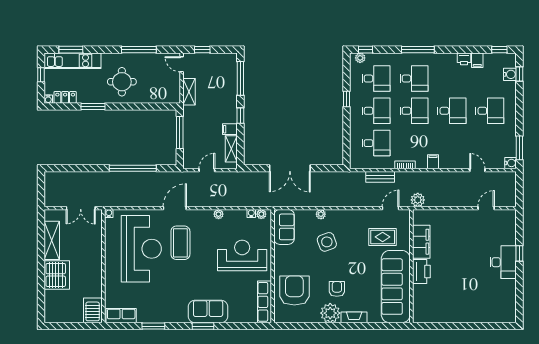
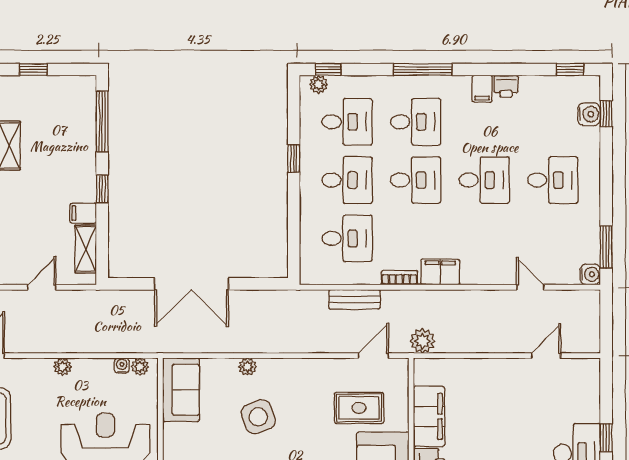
filing cabinet: (477, 60) -> (482, 89), moved
filing cabinet: (433, 162) -> (440, 272), width x2.00

